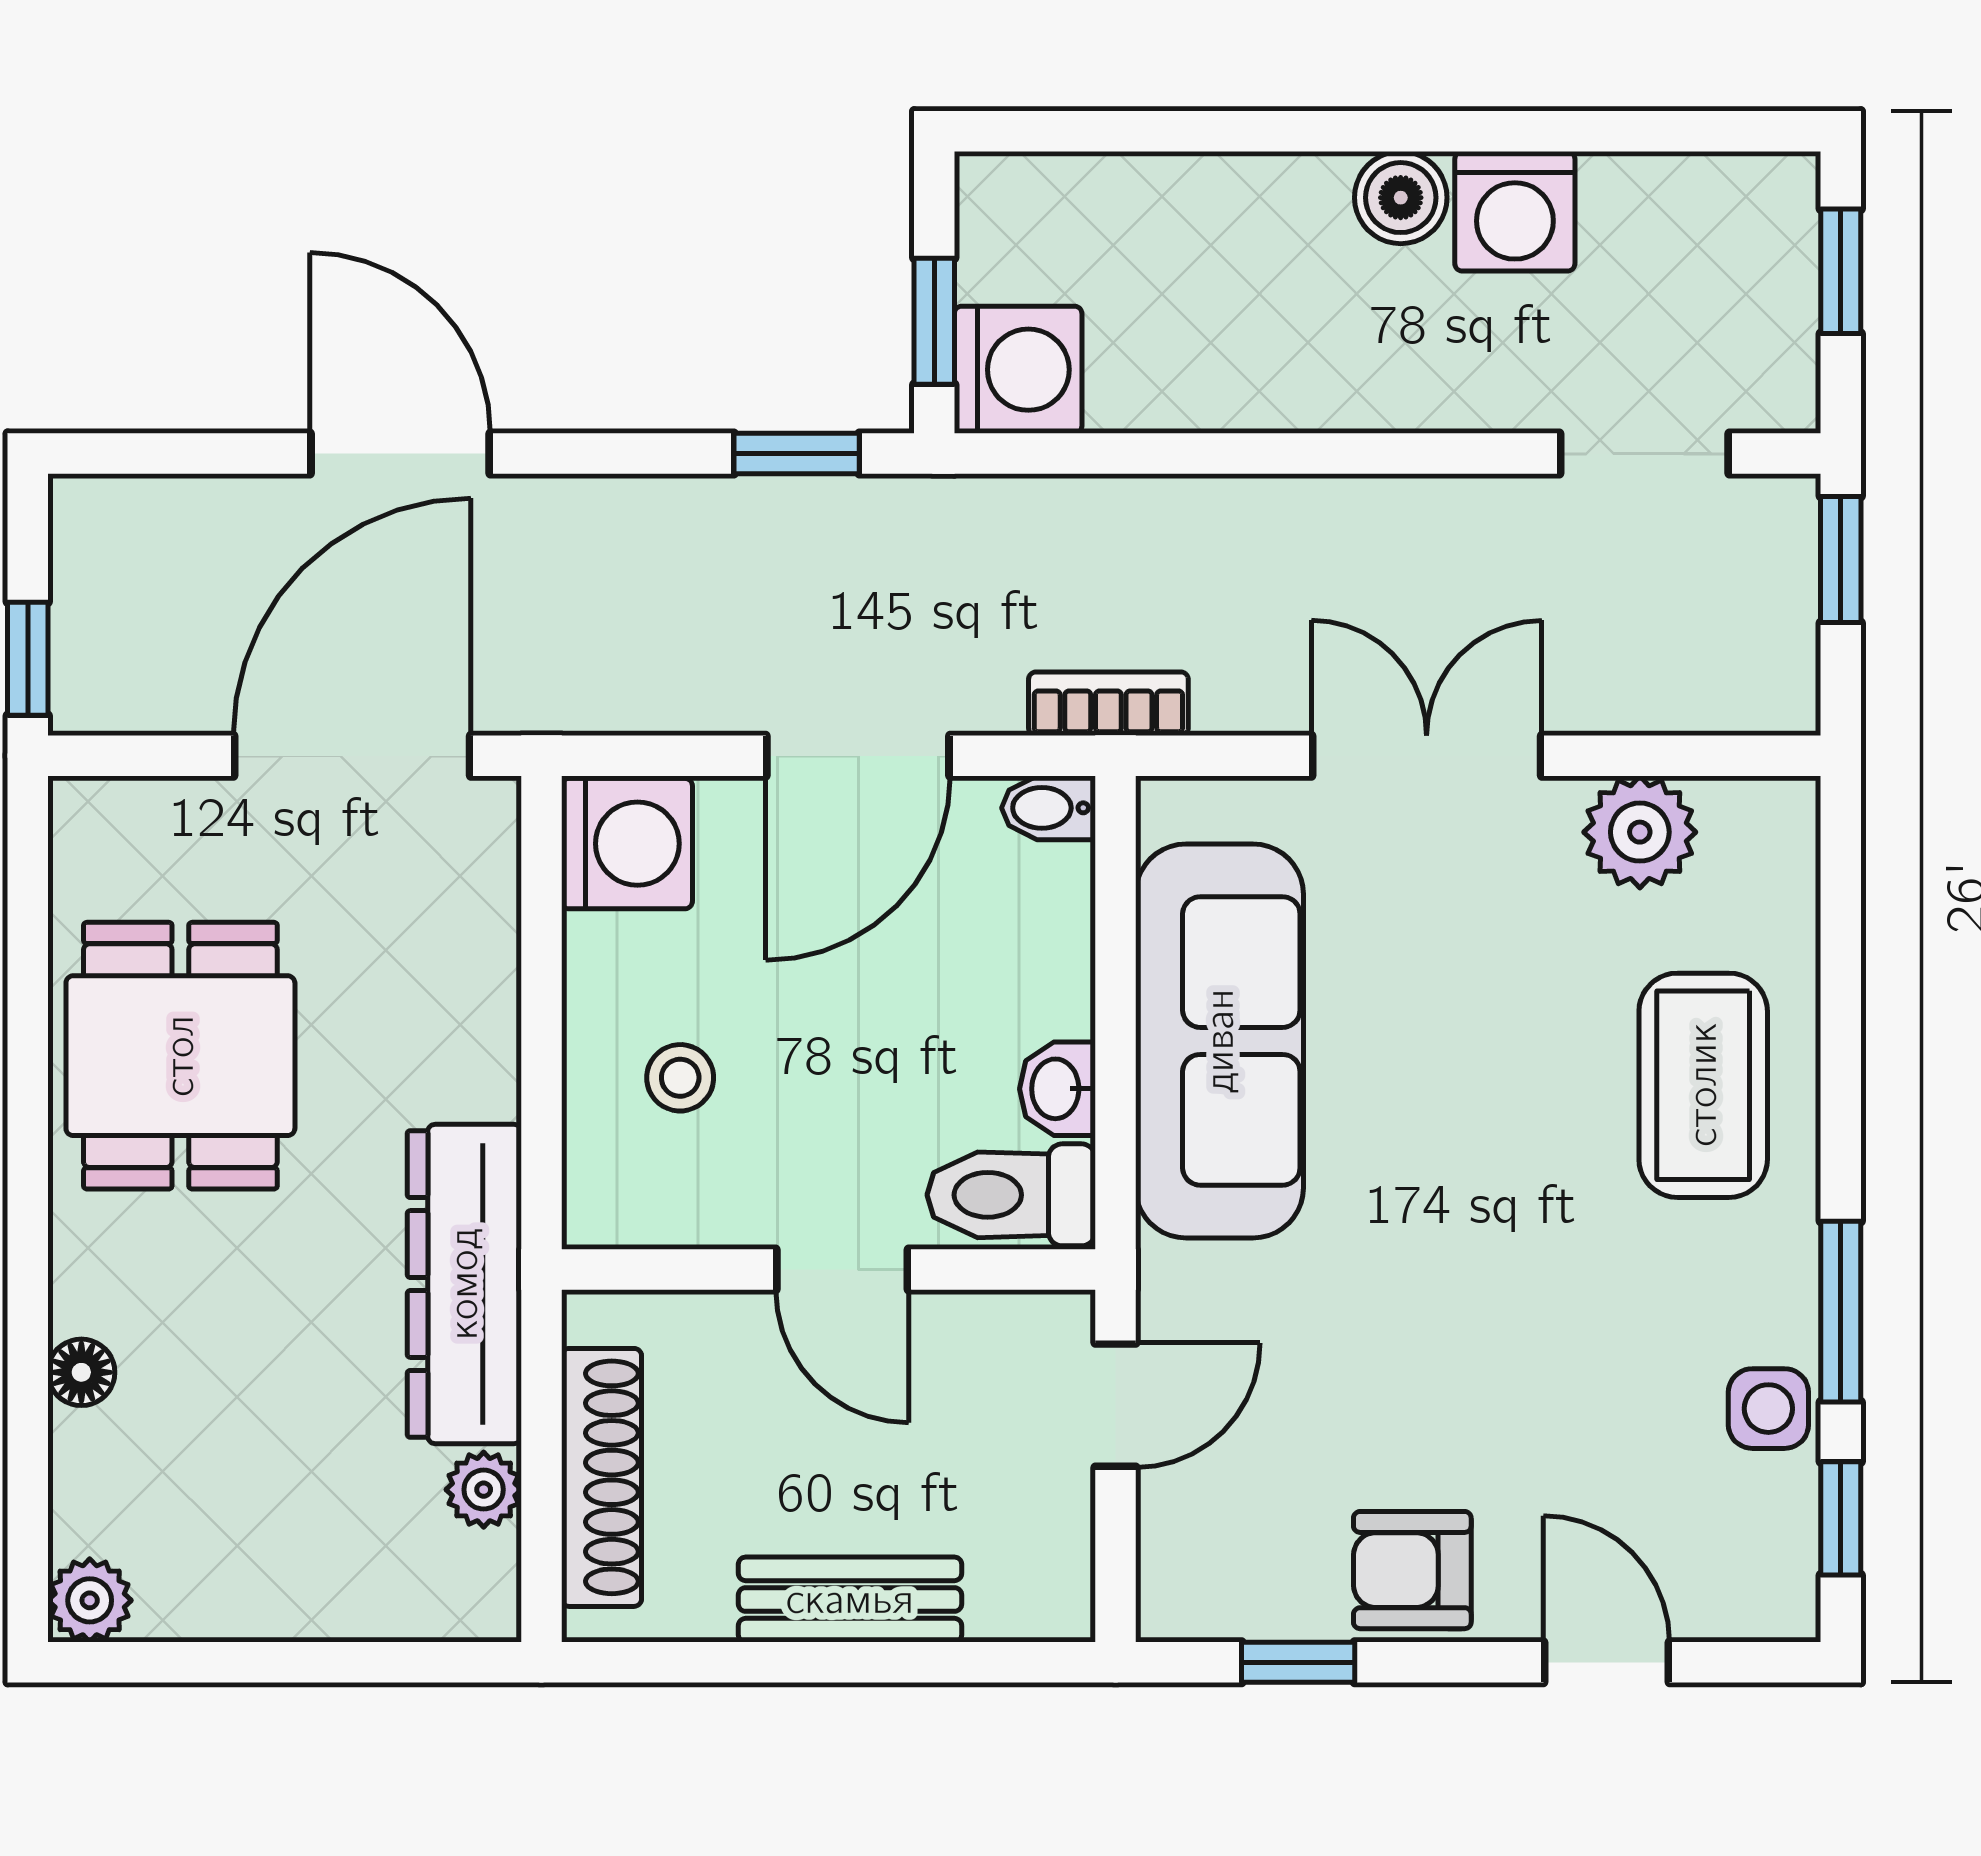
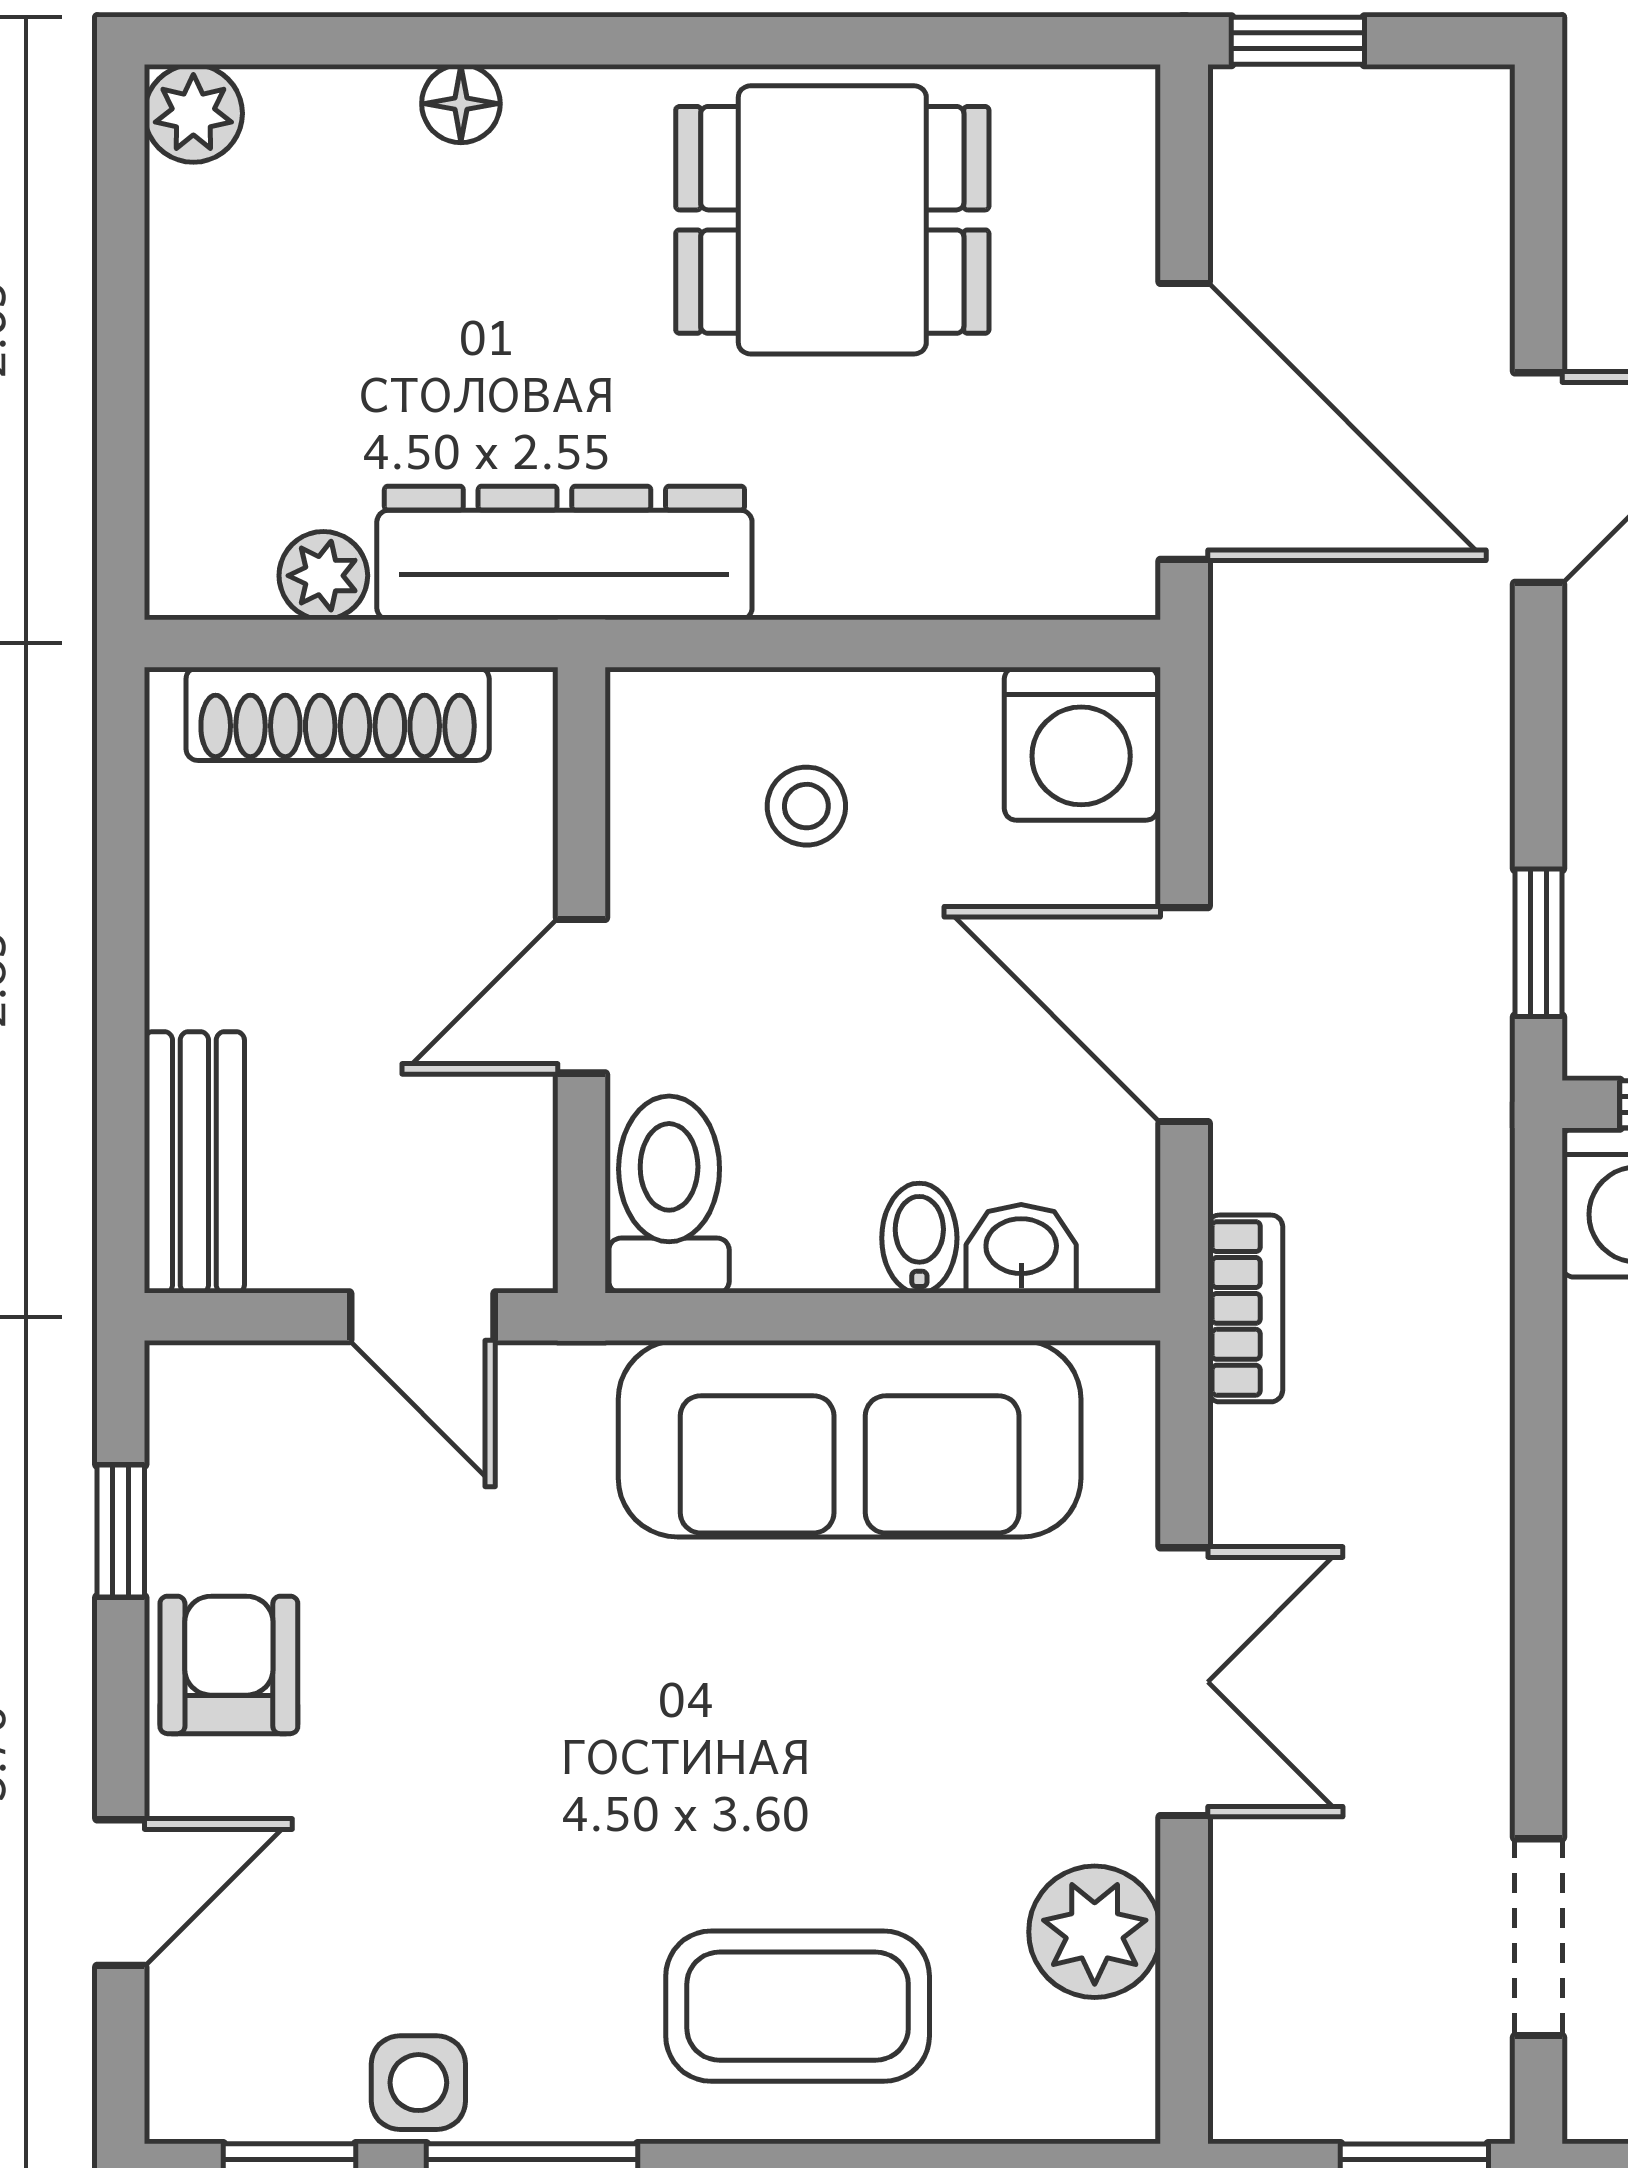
bidet: (1048, 808) -> (919, 1238), moved
washbasin: (1058, 1089) -> (1021, 1249), moved
bench: (850, 1600) -> (194, 1162), moved

